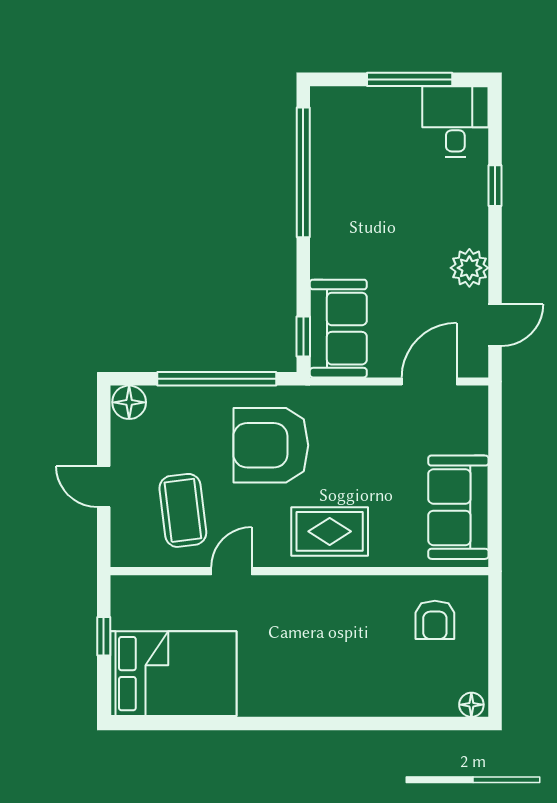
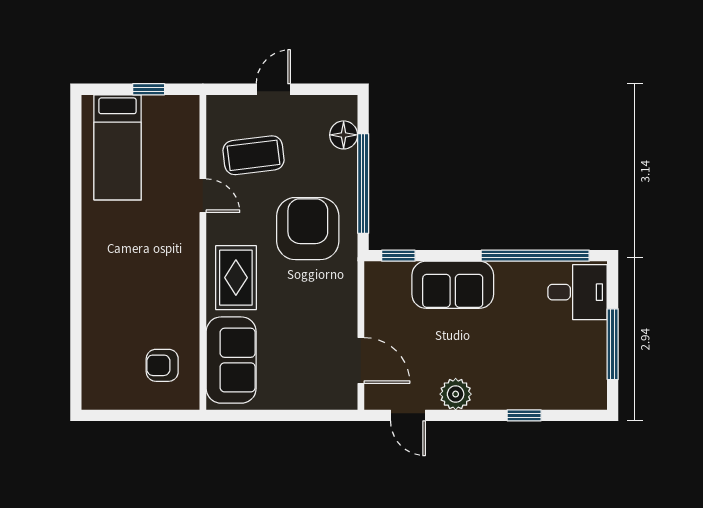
desk: (455, 122) -> (577, 292), moved
sofa: (338, 329) -> (453, 285), moved
floor lamp: (129, 402) -> (344, 135), moved
sofa: (458, 507) -> (231, 360), moved, turned 90
bed: (173, 674) -> (118, 147), width x0.67
floor lamp: (471, 705) -> (92, 396), removed

